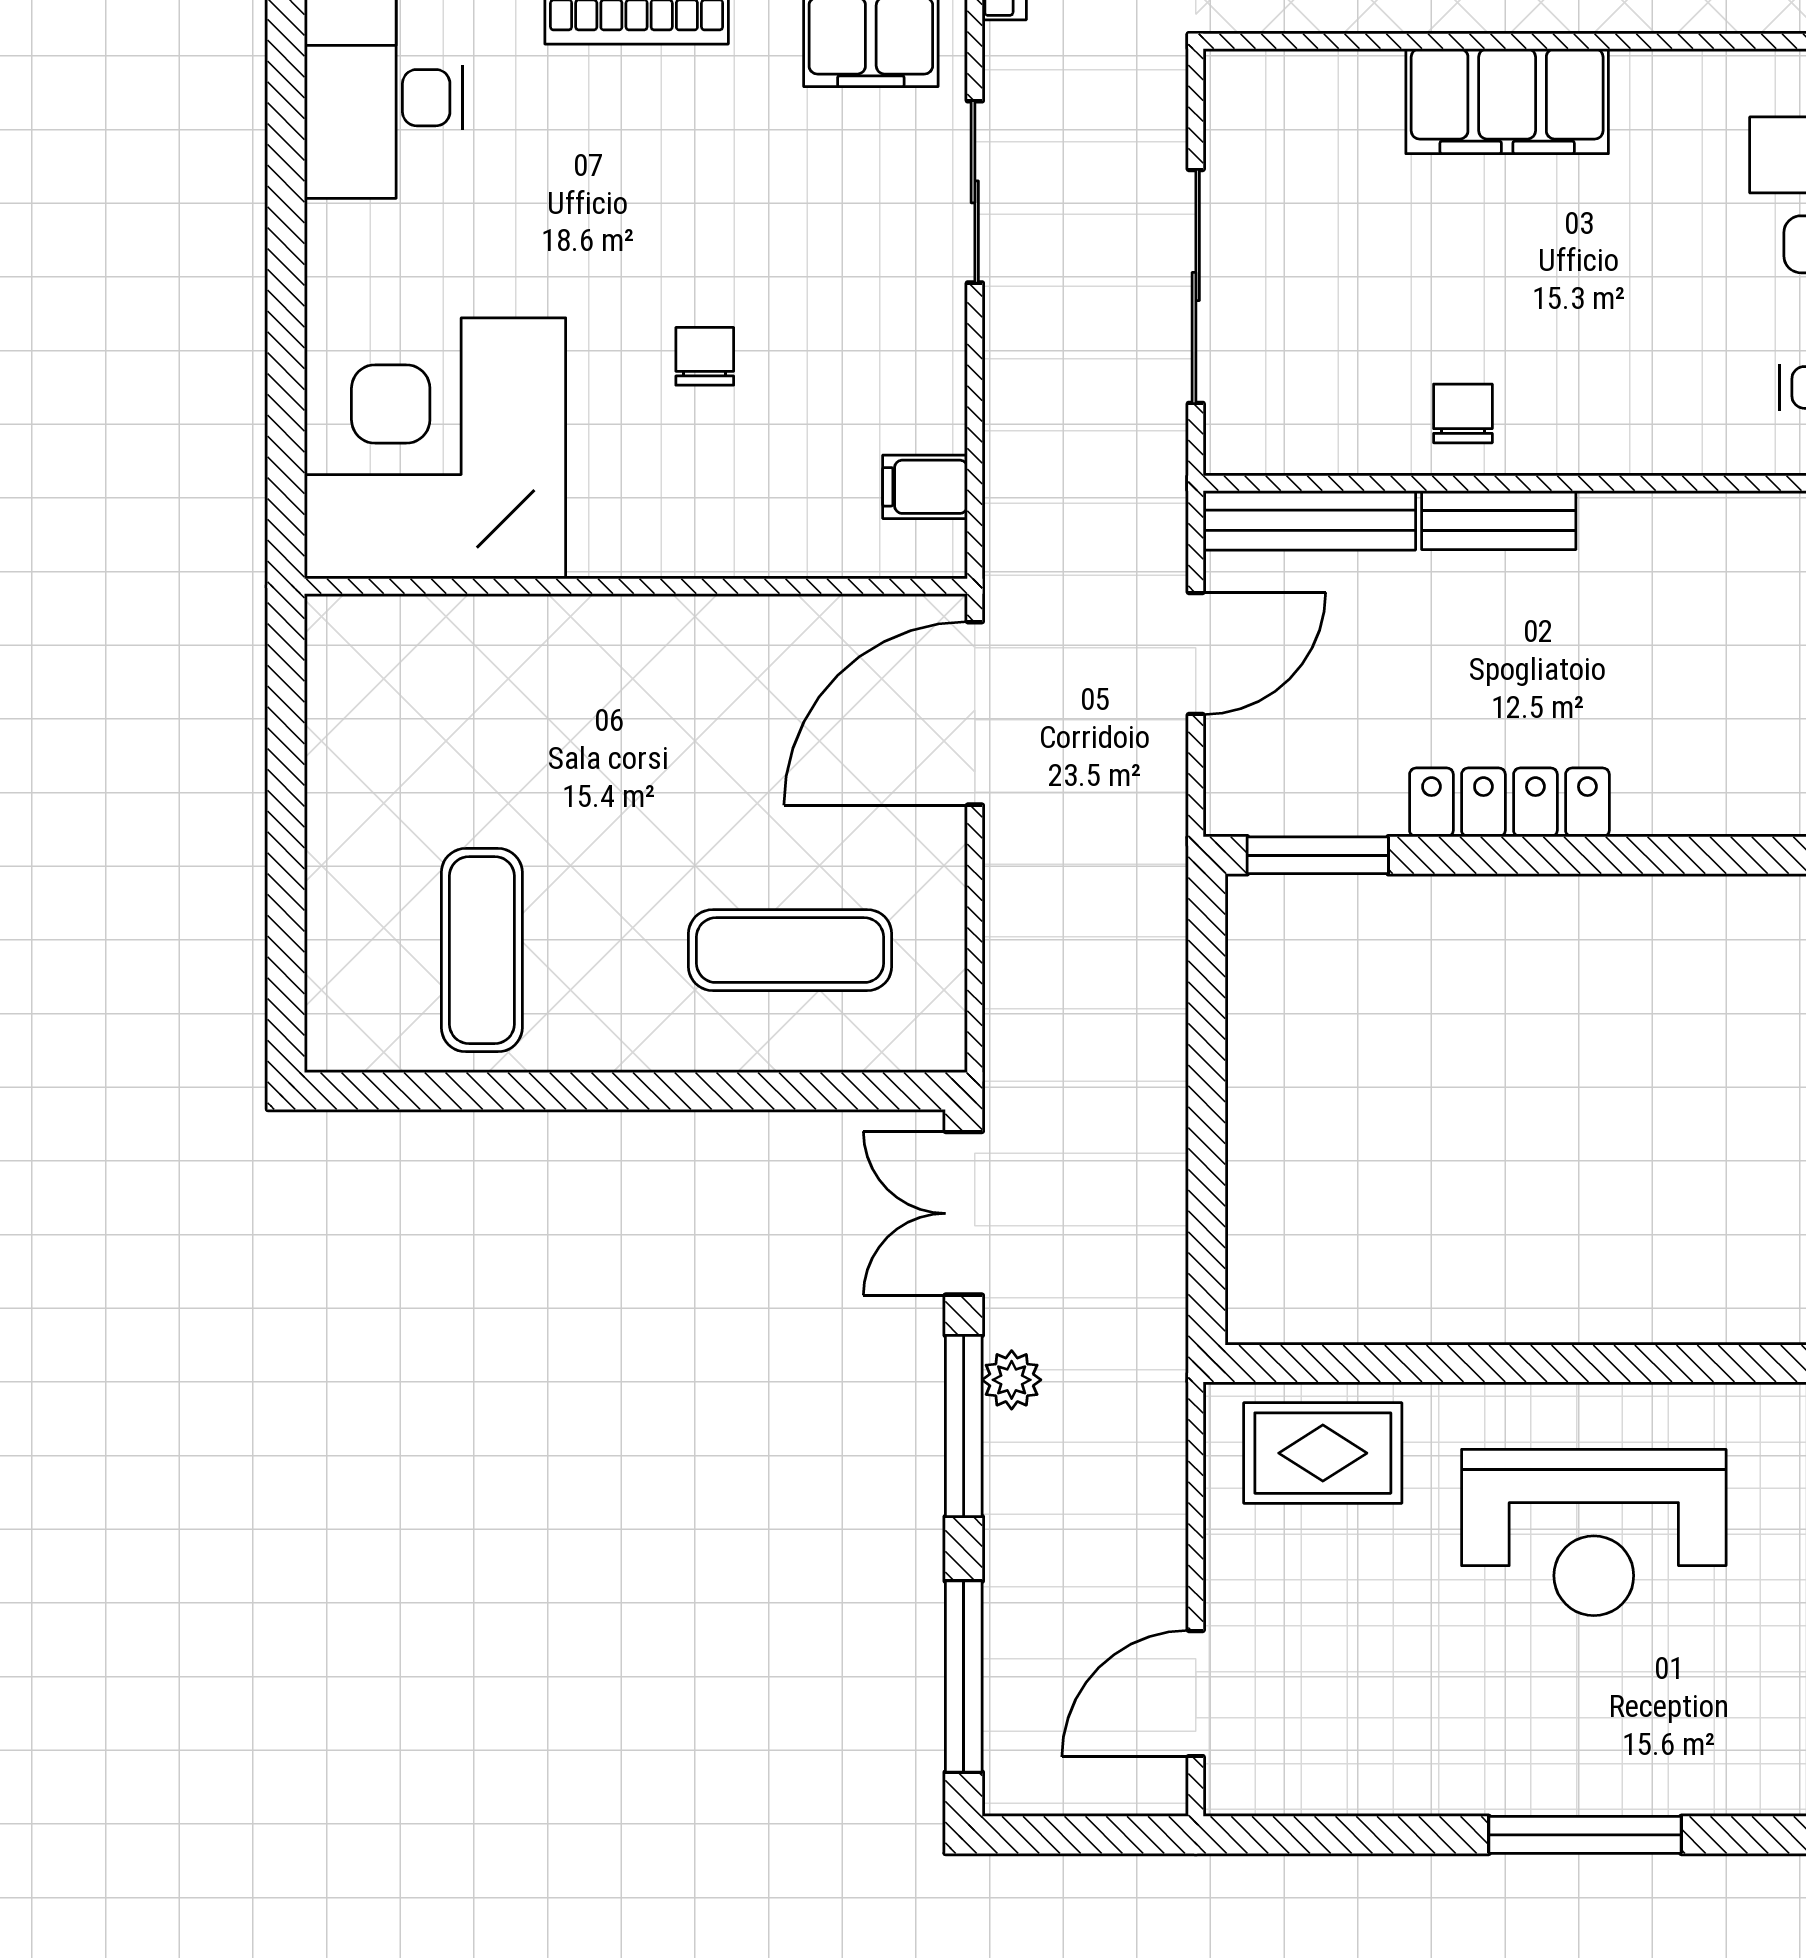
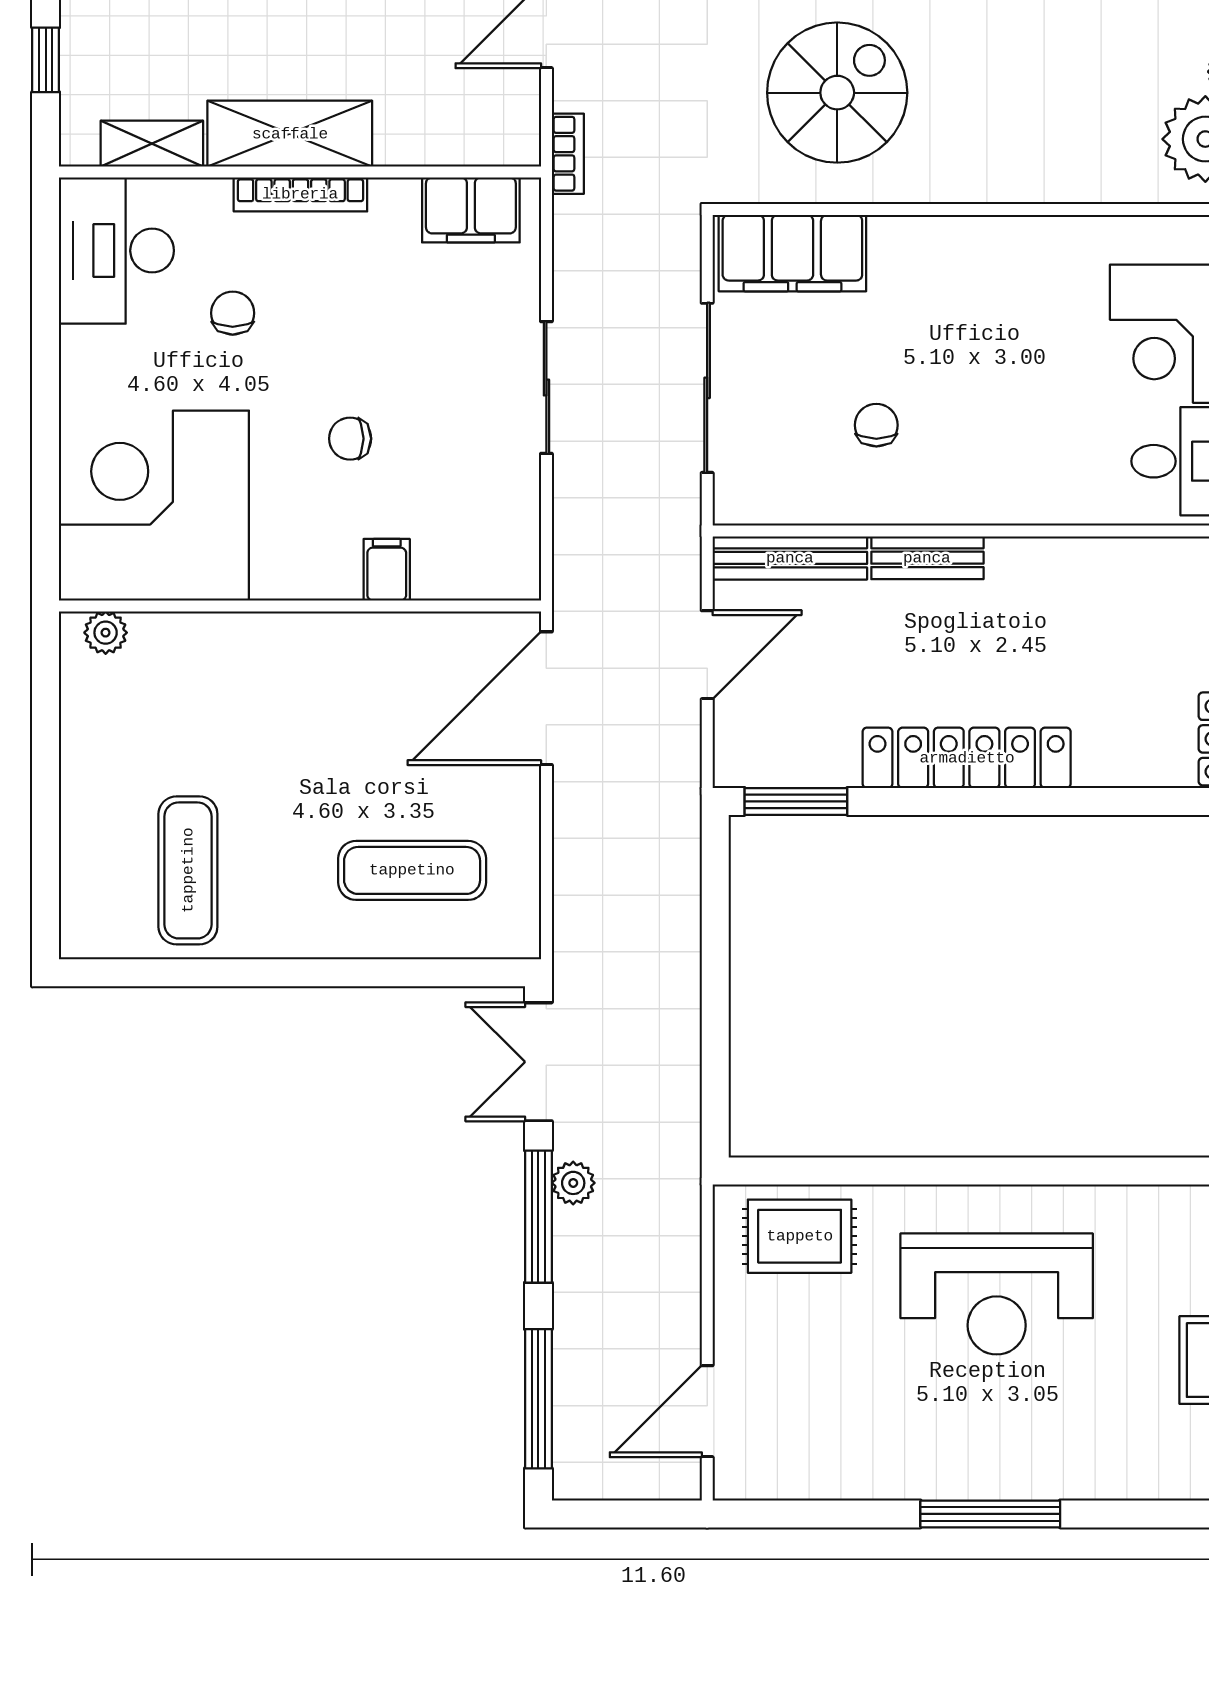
filing cabinet: (1507, 101) -> (792, 253), moved
chair: (543, 184) -> (233, 313), added
sliding door: (975, 192) -> (546, 388), moved
chair: (705, 356) -> (350, 439), turned -90
chair: (1463, 413) -> (876, 425), moved
filing cabinet: (925, 487) -> (387, 570), moved, turned 90
plant: (369, 623) -> (106, 633), added
locker: (1509, 802) -> (967, 758), width x1.41, depth x1.21

